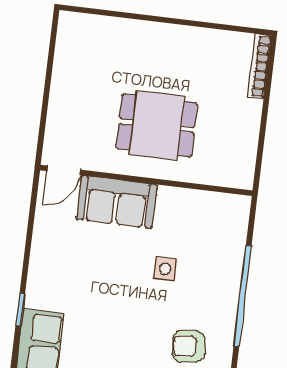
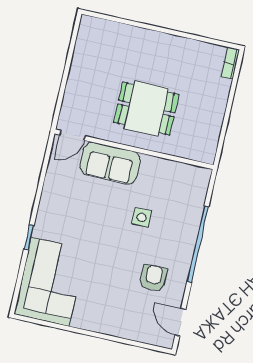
bookcase: (259, 66) -> (230, 63), width x0.64
armchair: (189, 346) -> (153, 278), turned 95

